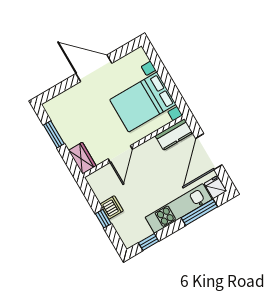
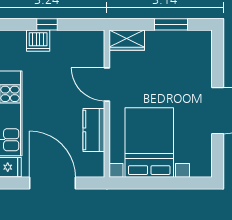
kitchen counter: (174, 134) -> (94, 130), moved
dishwasher: (112, 207) -> (38, 41), moved

